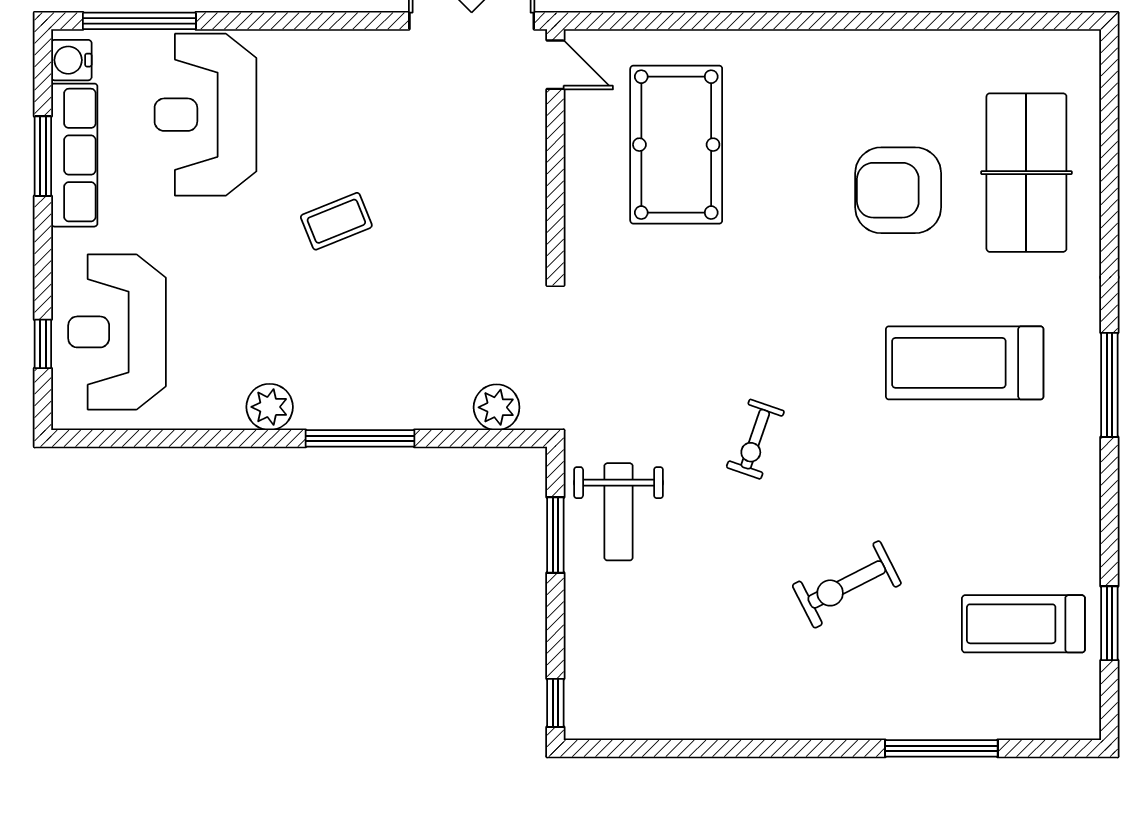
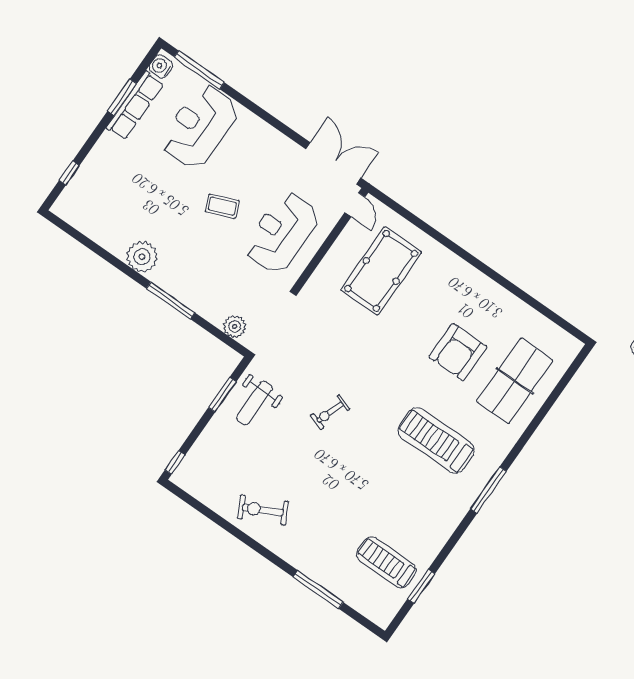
armchair: (898, 190) -> (458, 352), turned -90
reception desk: (117, 332) -> (282, 232), moved
plant: (270, 407) -> (142, 257), width x1.36, depth x1.36
exercise bike: (847, 584) -> (263, 510), moved

